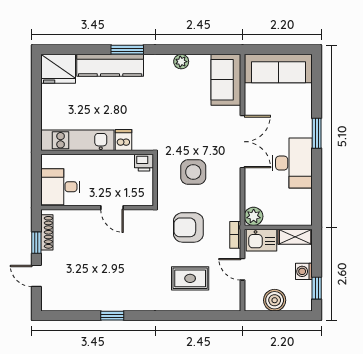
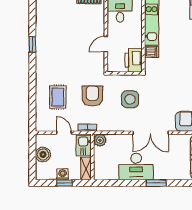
printer: (144, 163) -> (134, 60), width x1.87, depth x1.48
door: (243, 269) -> (64, 133), hinge flipped
window: (317, 288) -> (64, 183), moved

